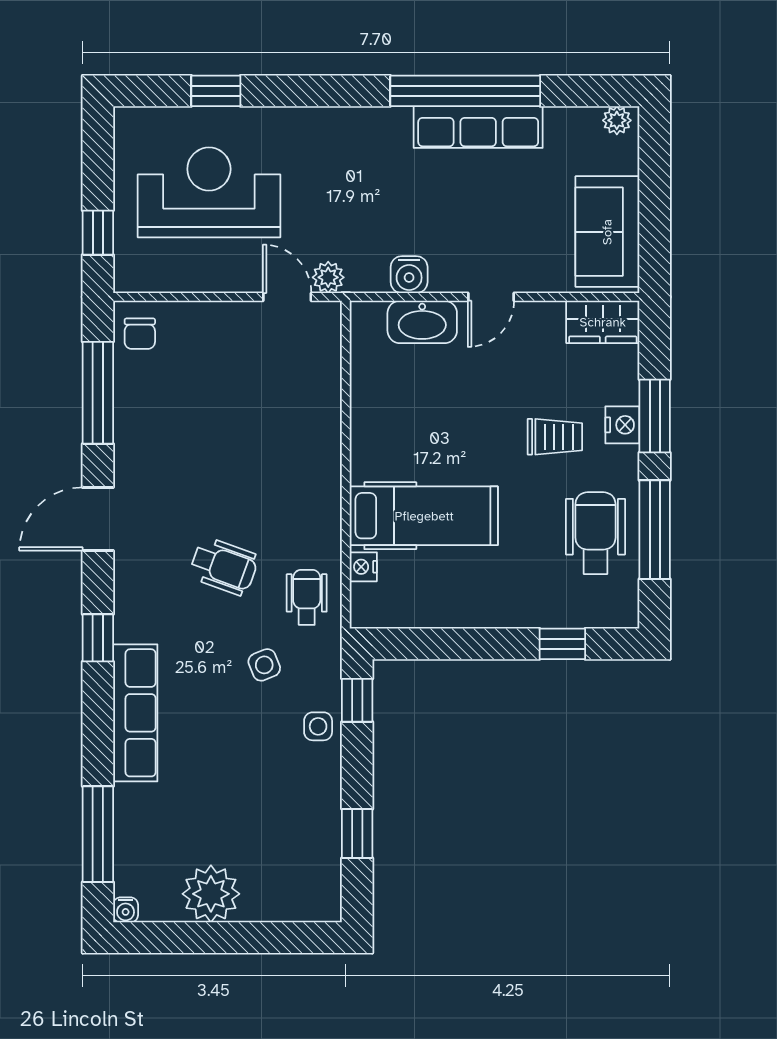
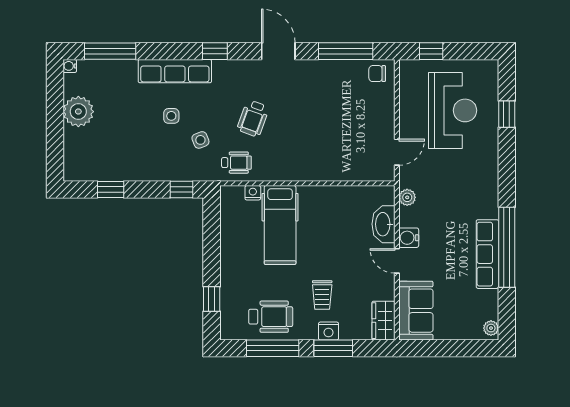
sofa: (607, 232) -> (416, 311), moved, turned 90
water cooler: (409, 275) -> (409, 238), moved
plant: (328, 277) -> (407, 197), moved
side table: (318, 726) -> (171, 116), moved

